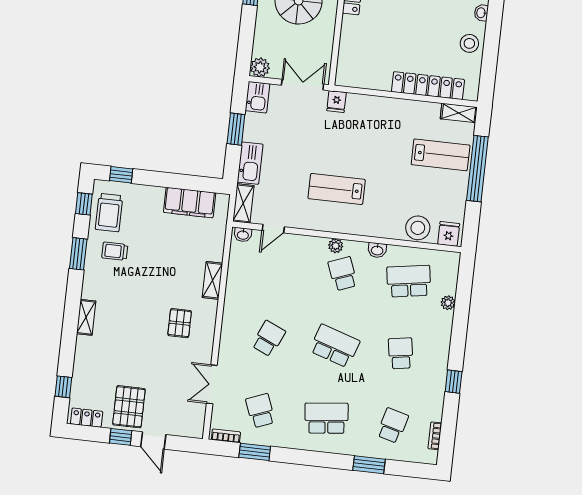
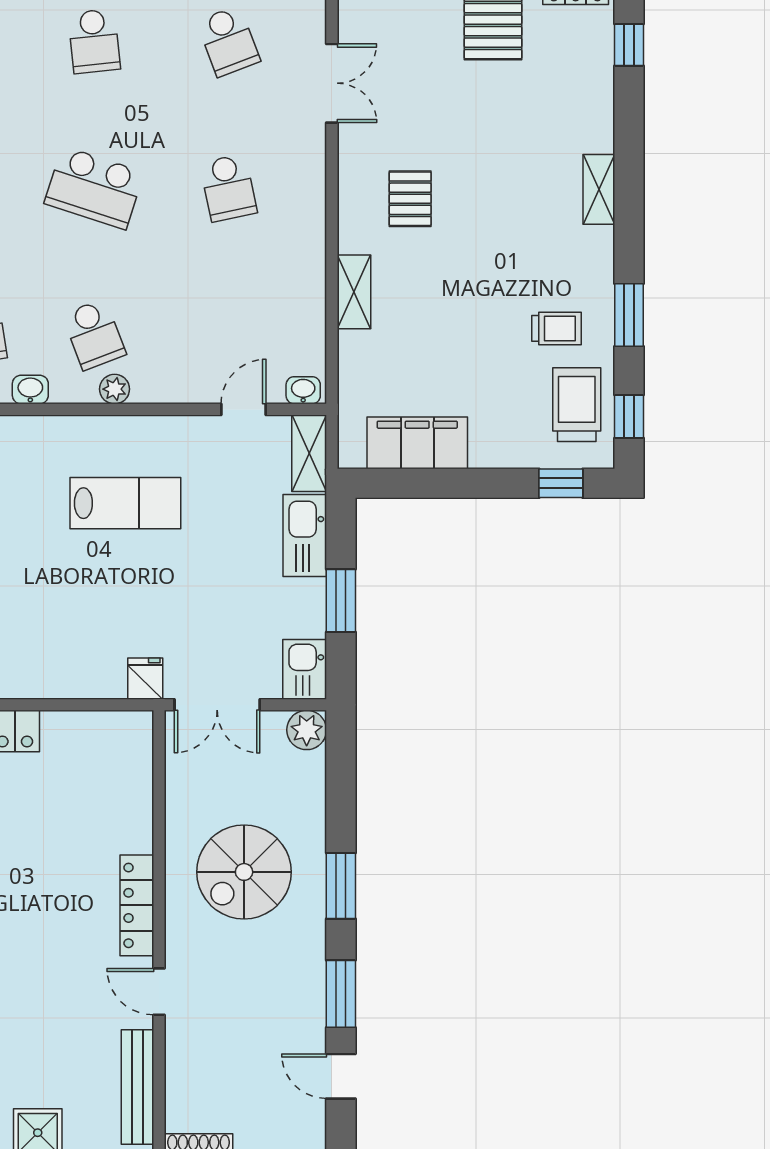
school desk: (269, 339) -> (228, 188), turned -36
school desk: (326, 418) -> (94, 41), width x0.54

